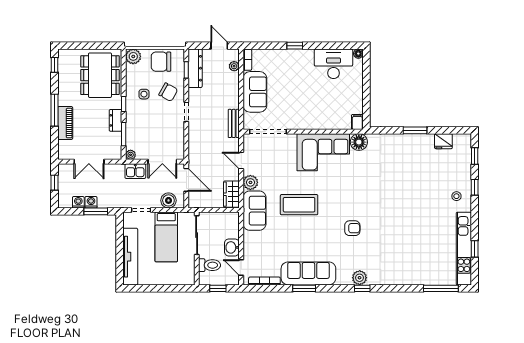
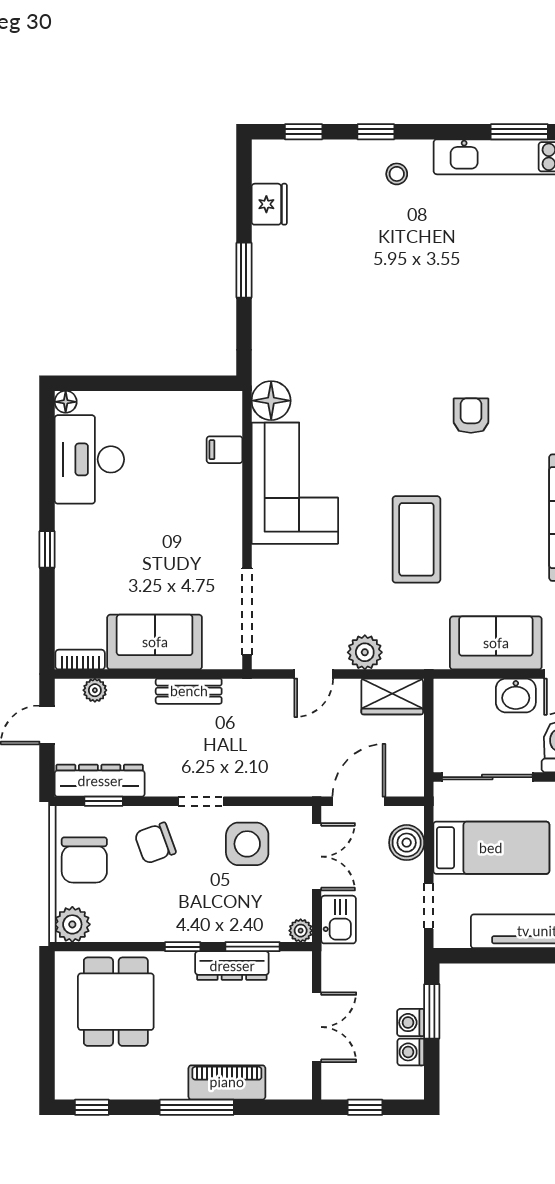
dining table: (100, 75) -> (116, 1002), width x0.73
chair: (168, 92) -> (155, 843), turned -139
side table: (144, 94) -> (247, 844), moved, width x1.87, depth x1.87
dresser: (115, 120) -> (232, 966), width x1.44
filing cabinet: (357, 122) -> (225, 450), moved
bench: (234, 123) -> (189, 691), moved
sofa: (254, 211) -> (496, 643), moved
window: (475, 249) -> (519, 132), width x1.50

